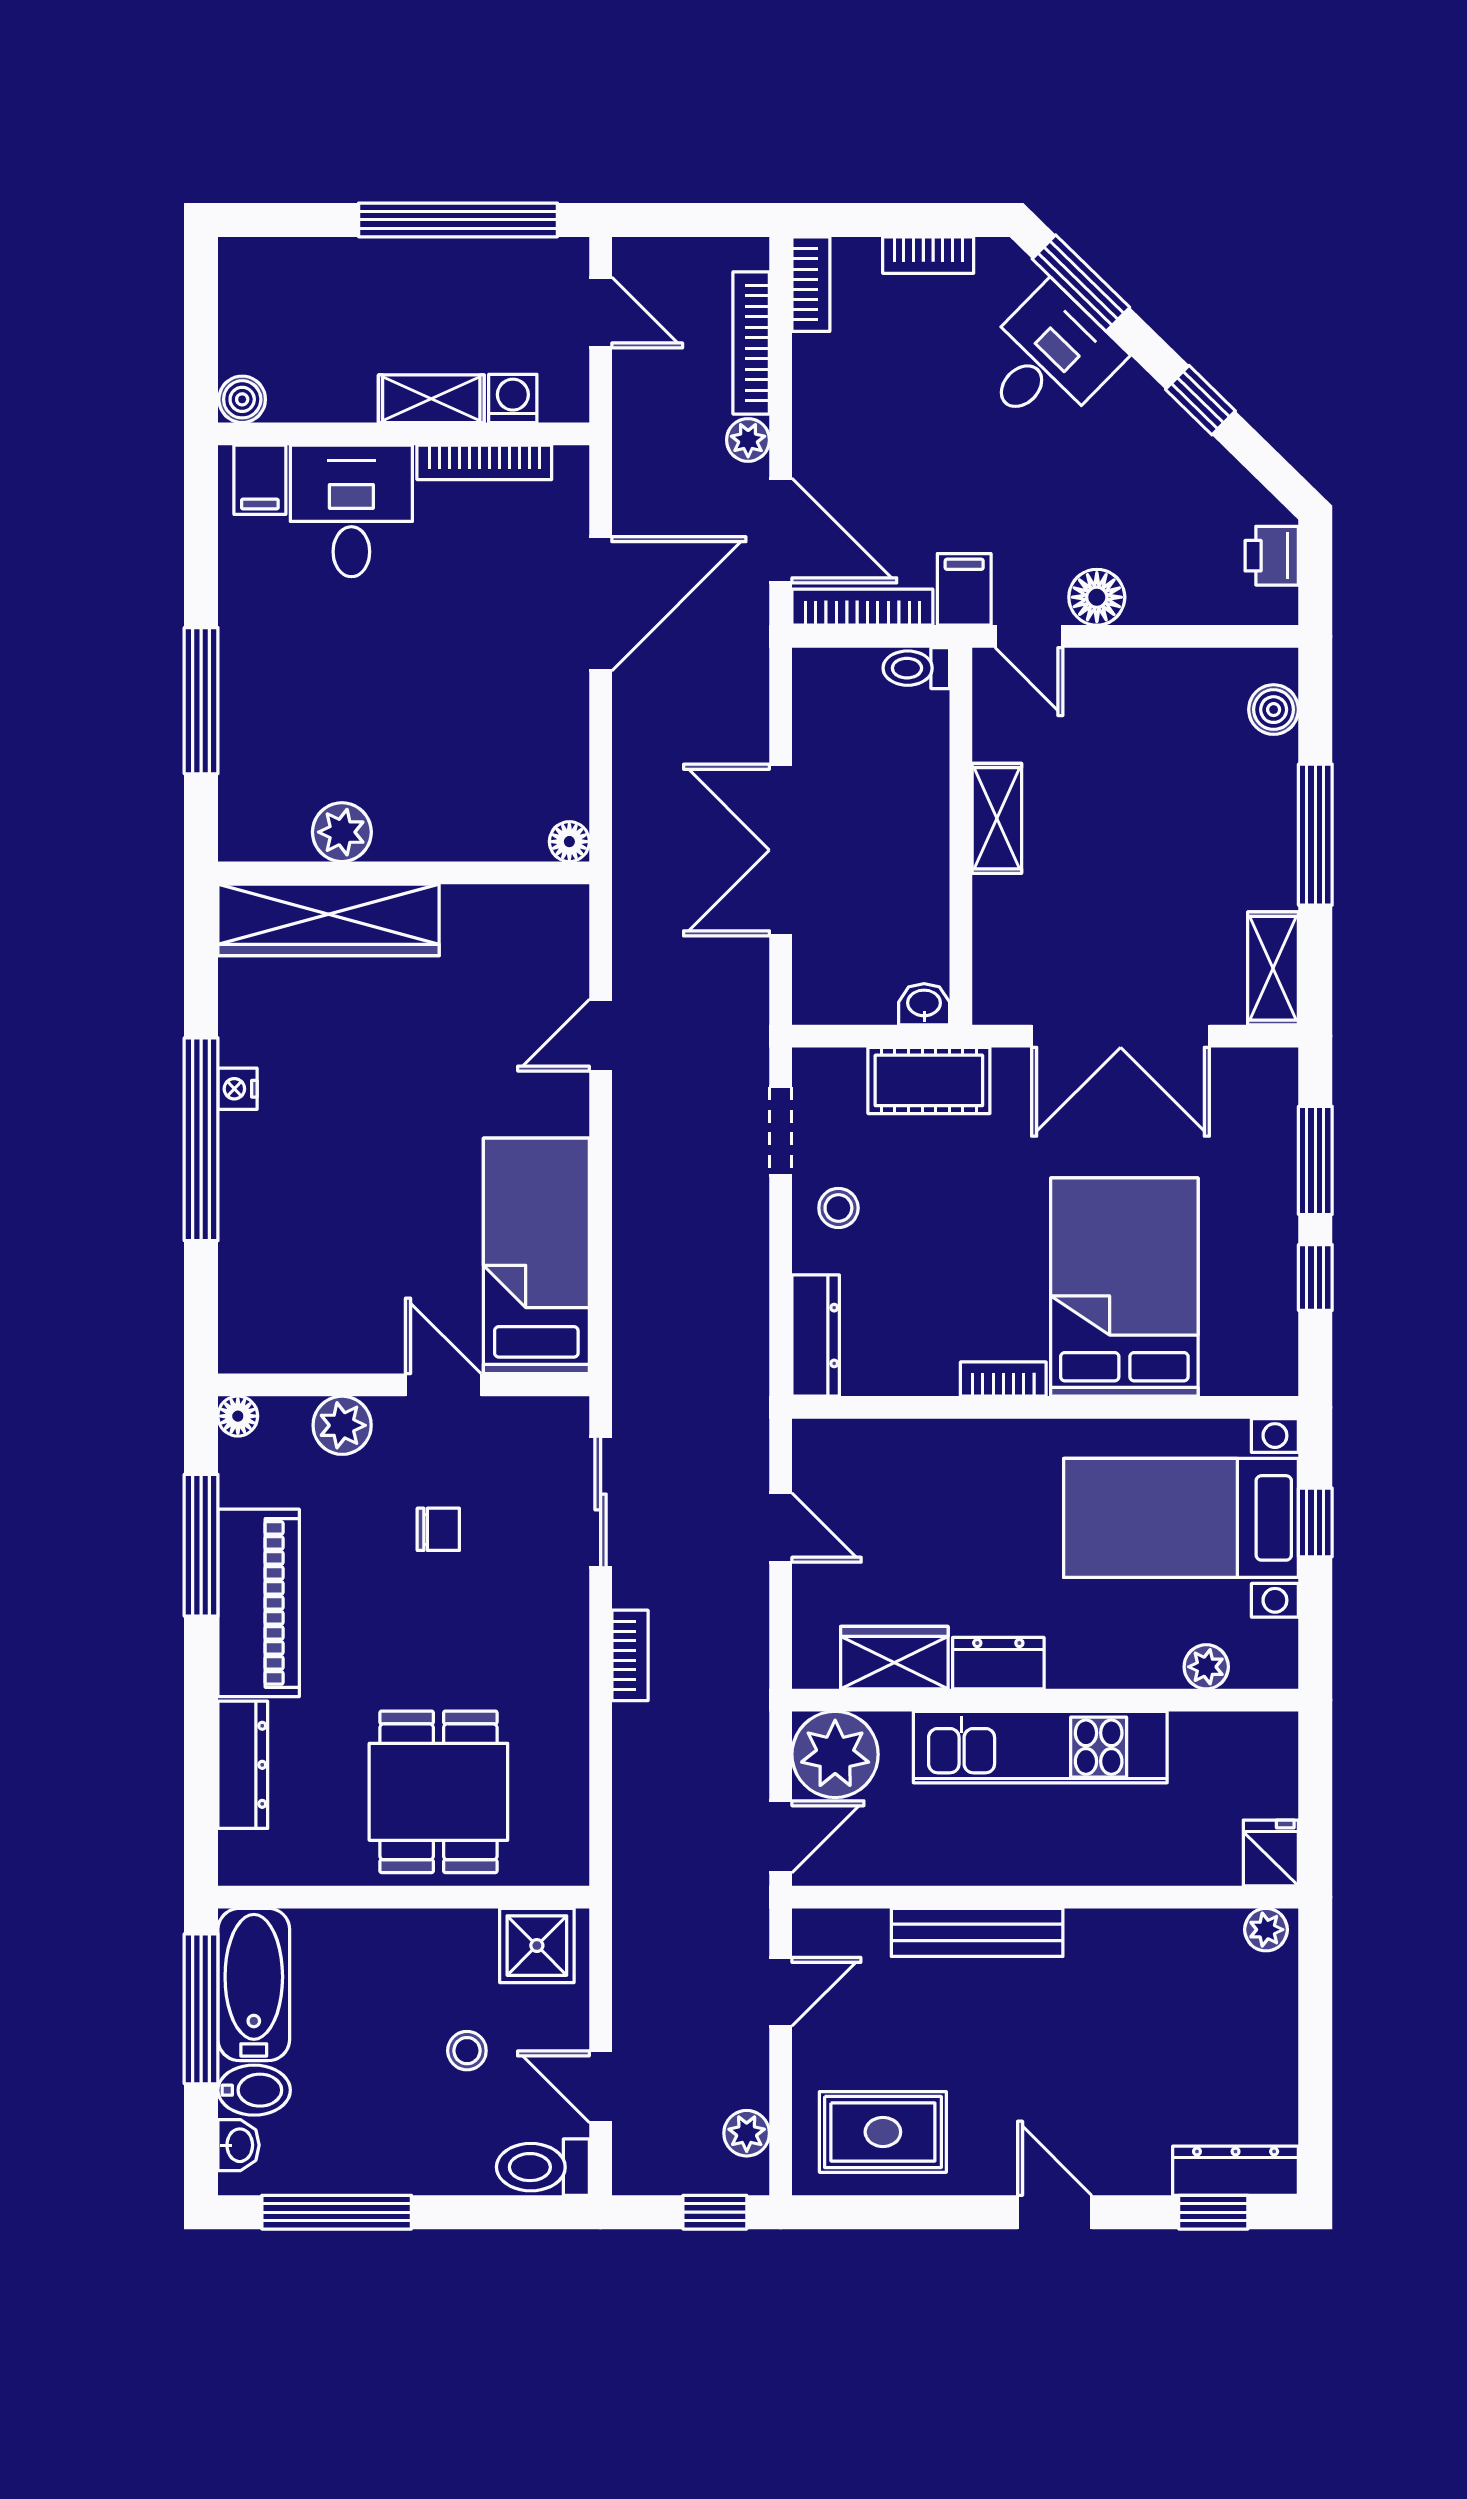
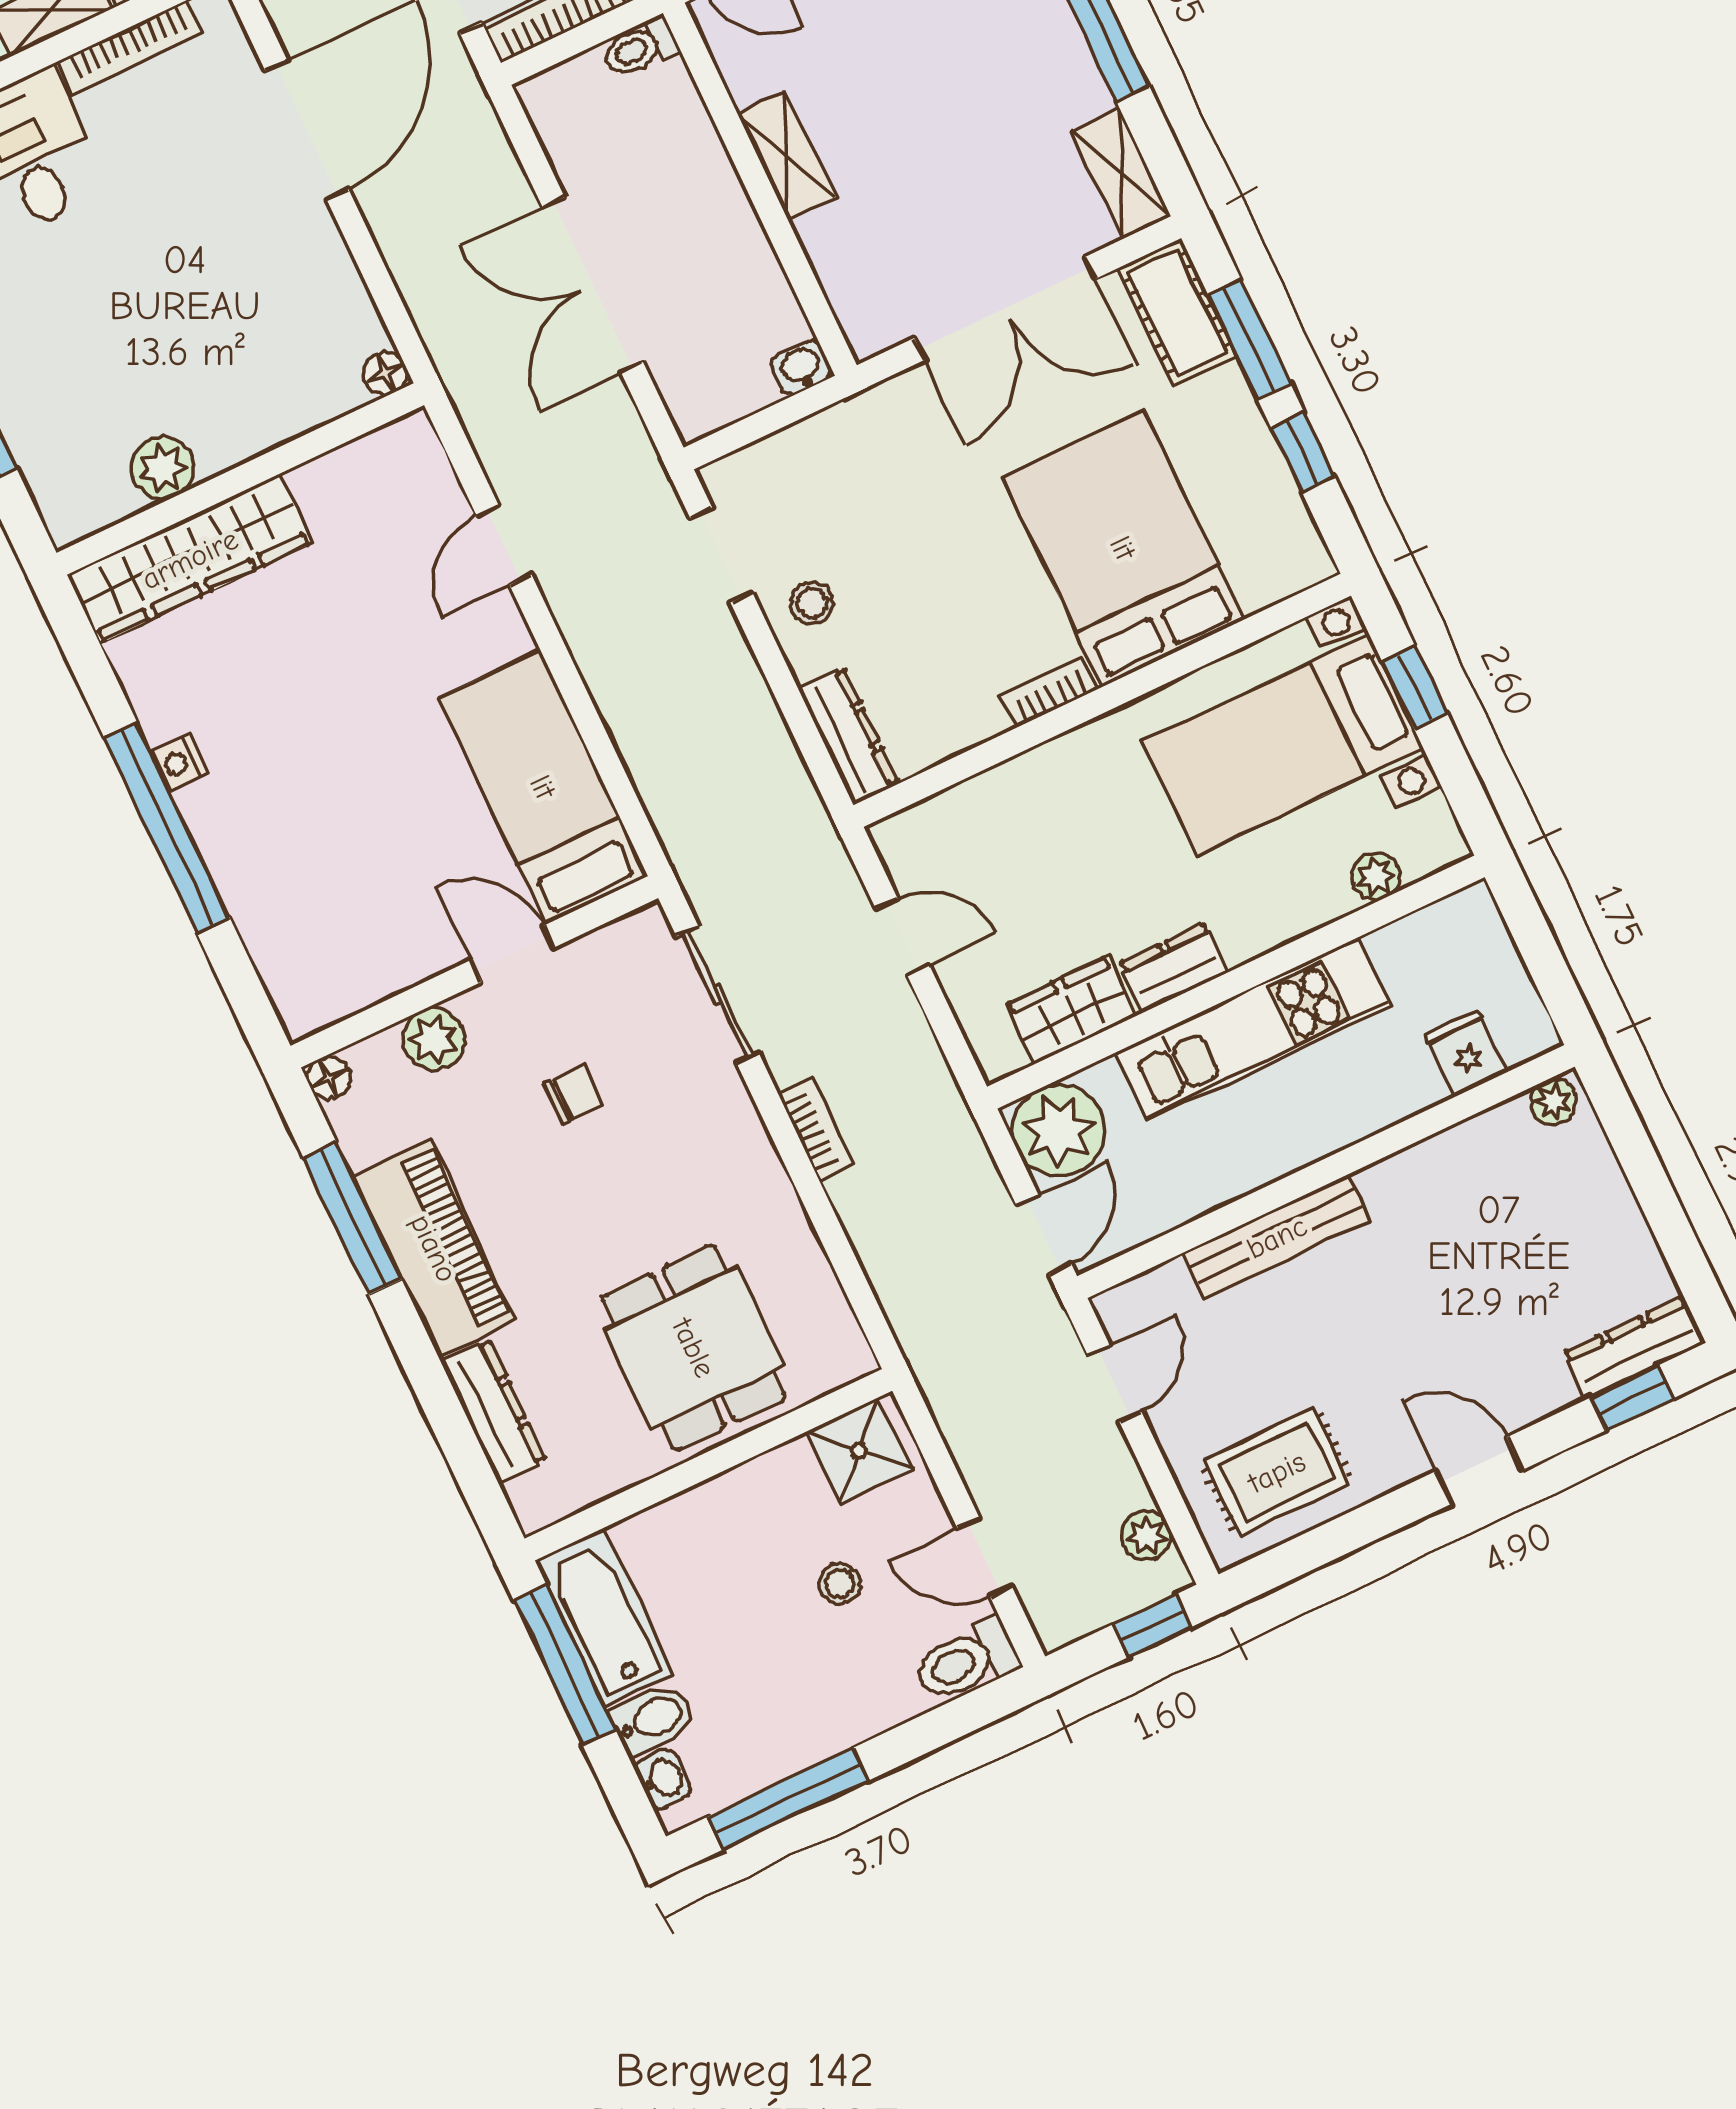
cot: (929, 1080) -> (1178, 312), moved, turned 90
fridge: (1271, 1853) -> (1466, 1053), moved

